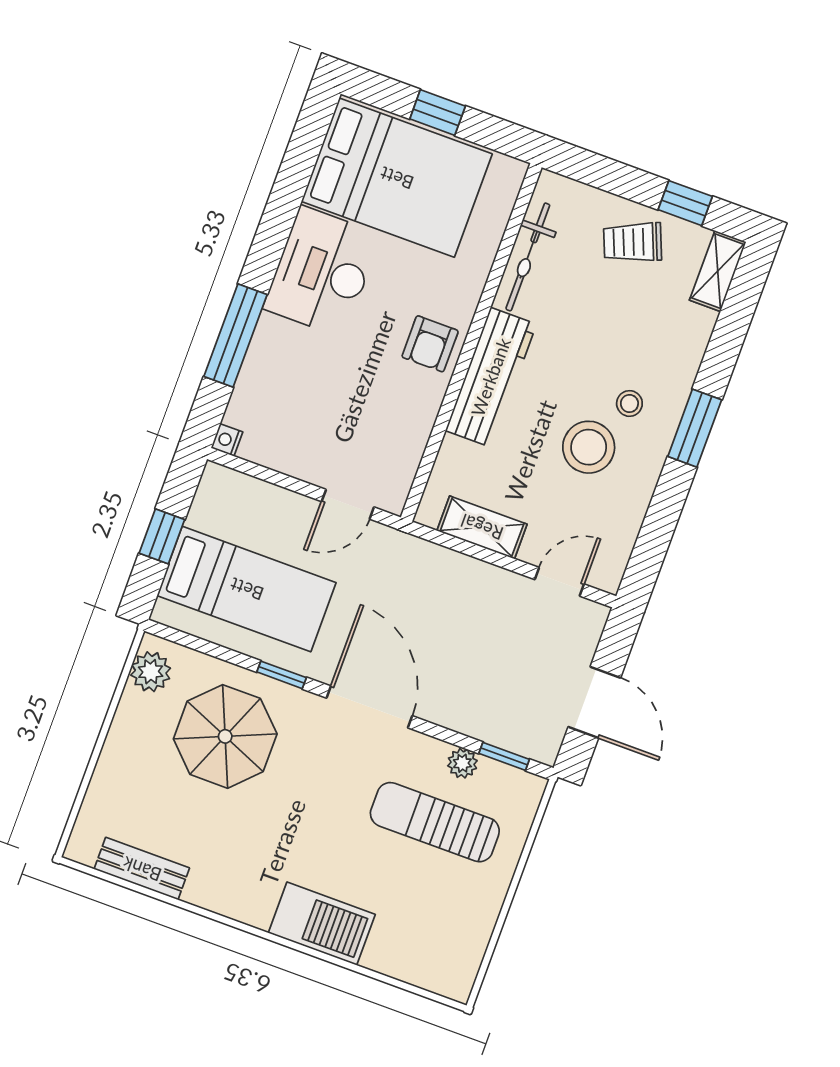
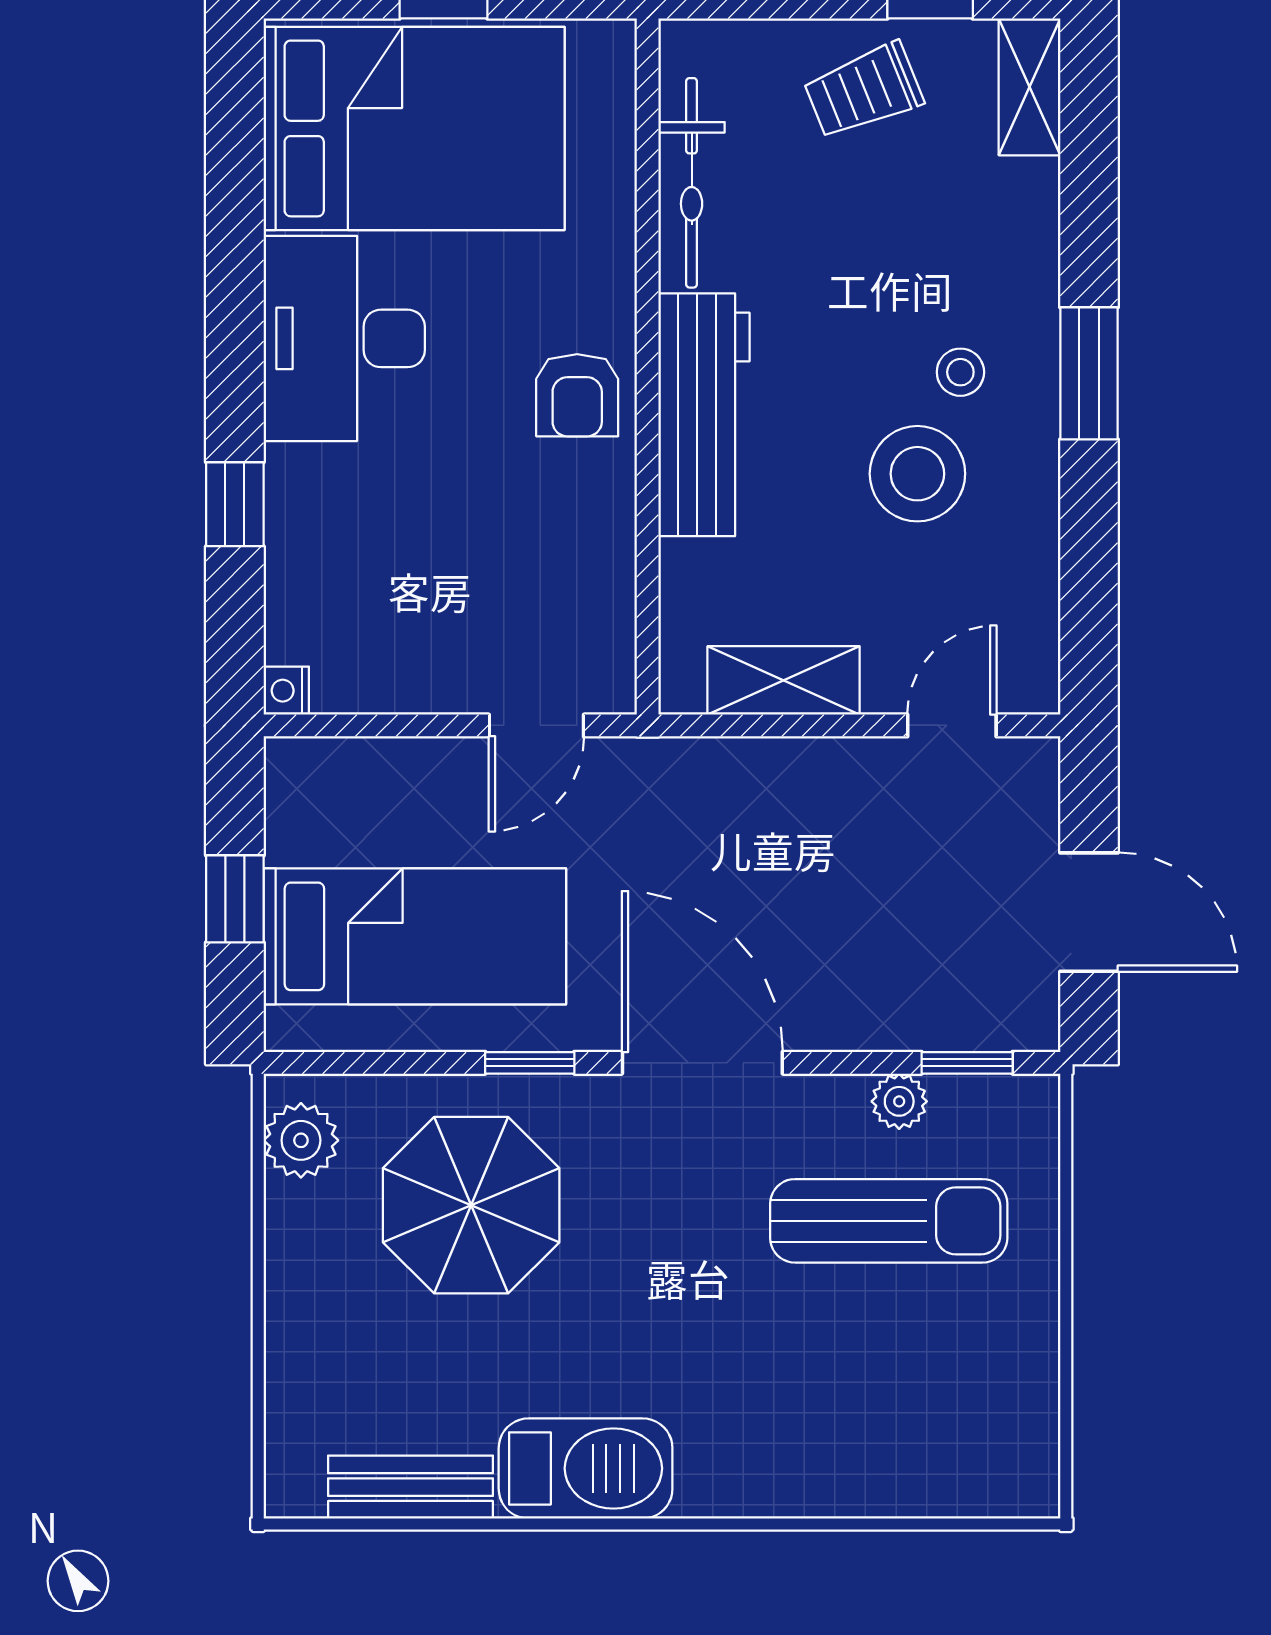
window: (235, 336) -> (235, 504), width x0.46
sun lounger: (435, 822) -> (889, 1221), turned 180
barbecue: (322, 924) -> (586, 1468), moved

